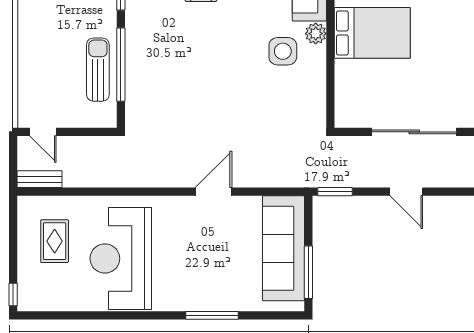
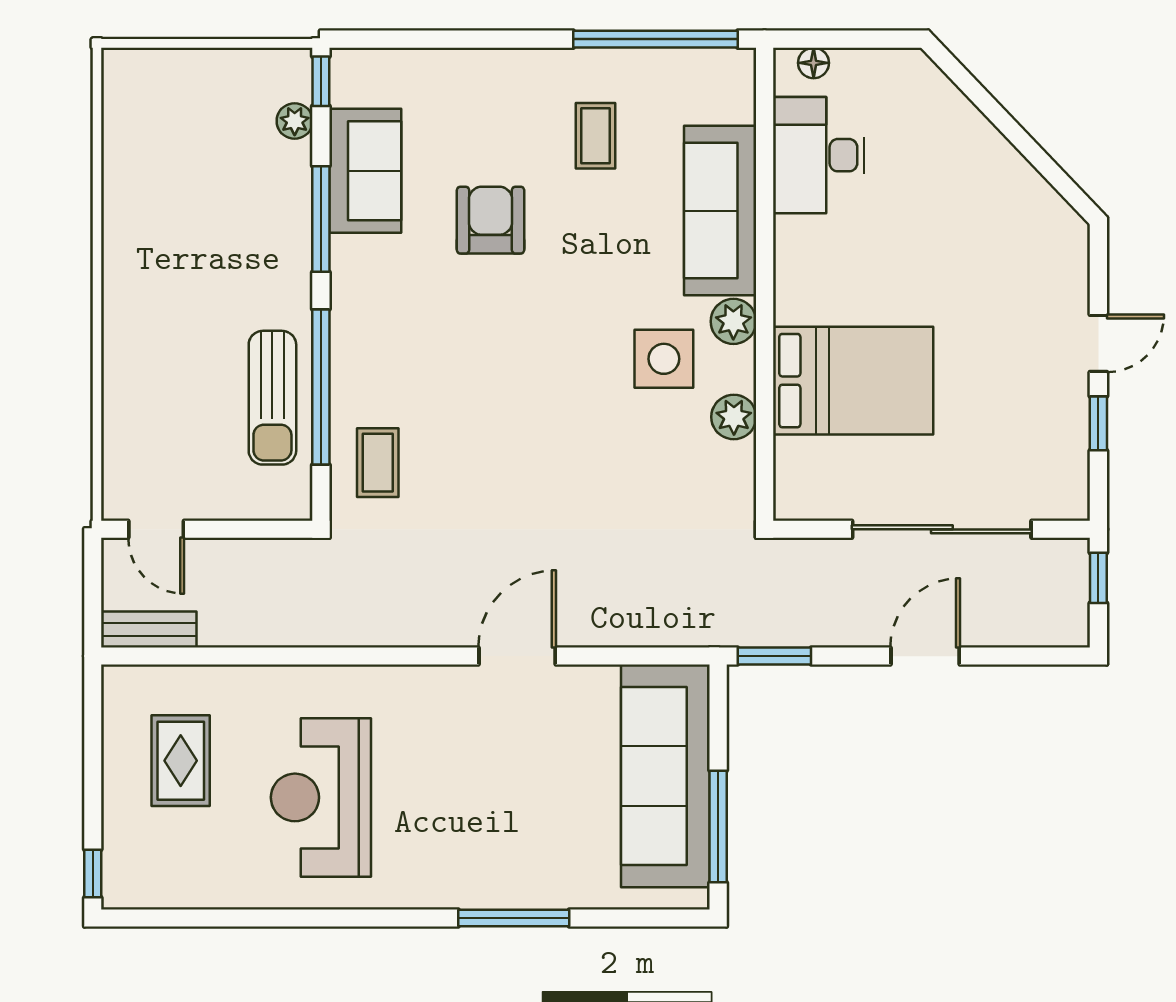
bed: (372, 33) -> (853, 381), moved
sun lounger: (98, 70) -> (272, 398), turned 180
plant: (316, 79) -> (734, 417), added
coffee table: (148, 100) -> (378, 463), added
door: (406, 192) -> (925, 656), swing flipped
reception desk: (121, 258) -> (321, 797), width x0.74, depth x0.77

